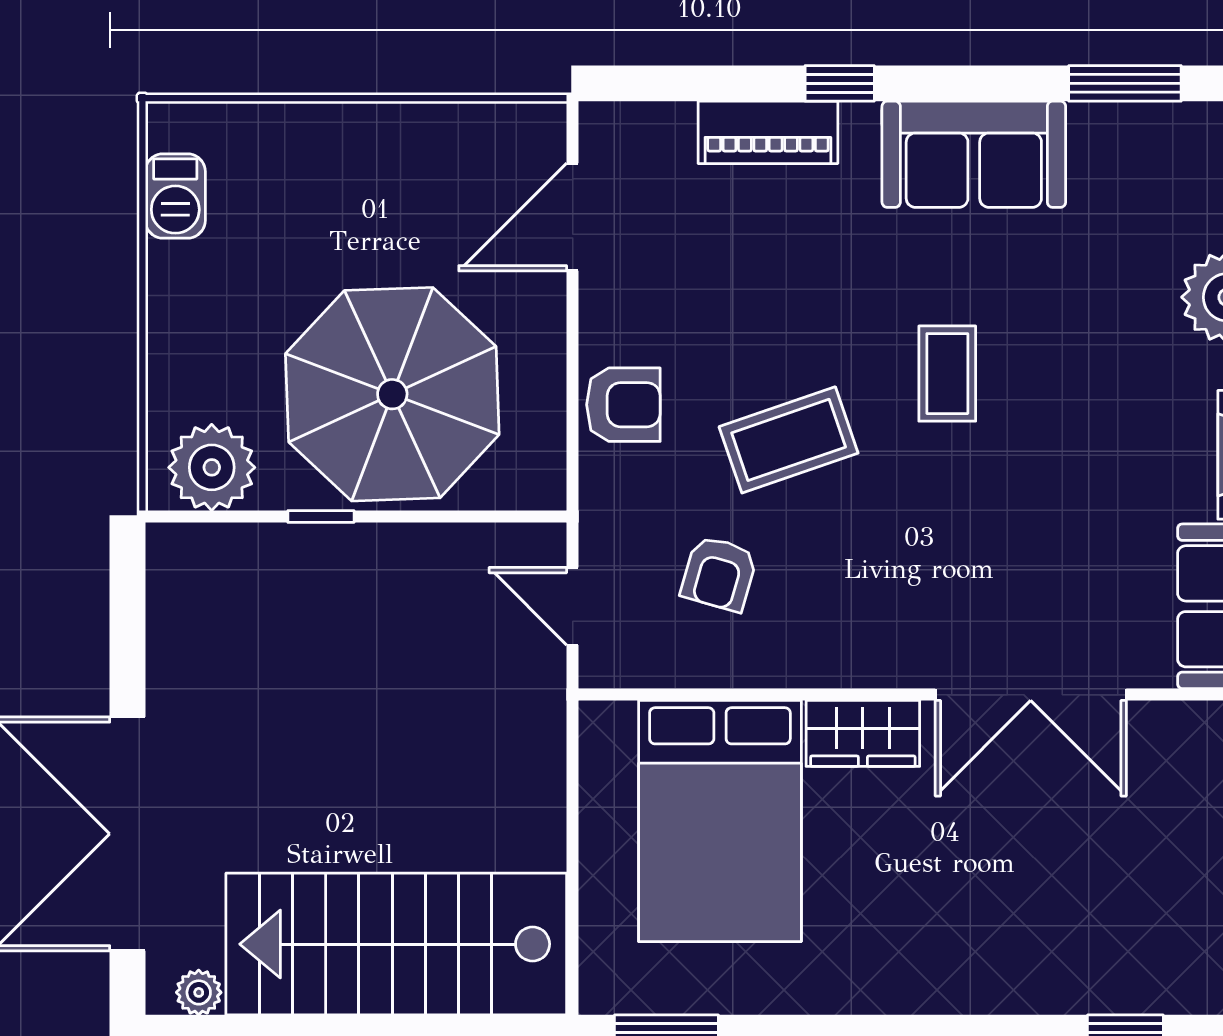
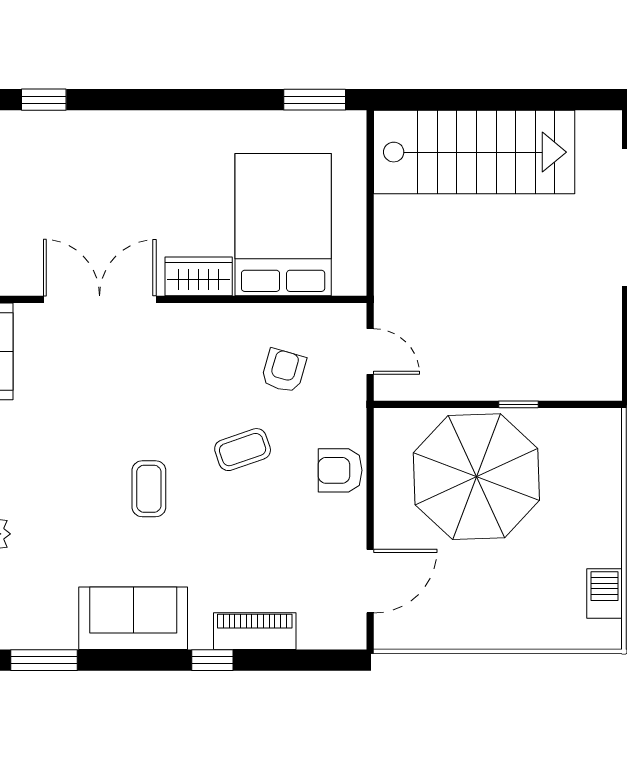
coffee table: (789, 440) -> (243, 450), width x0.73, depth x0.77
plant: (212, 467) -> (583, 433), removed
plant: (199, 992) -> (591, 123), removed

